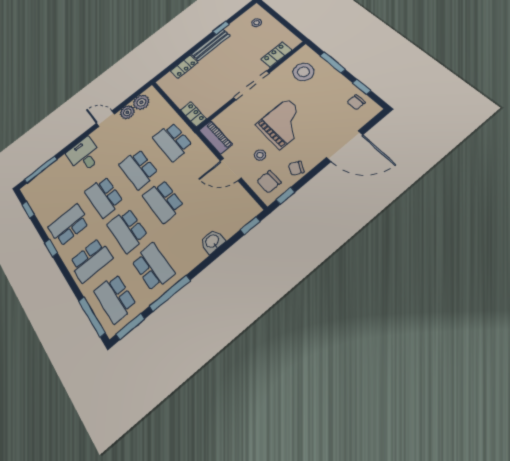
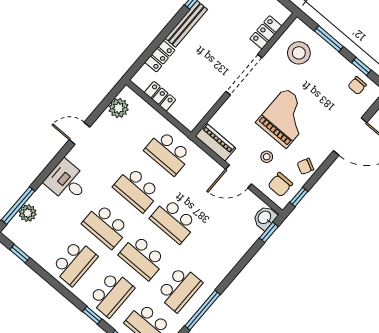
plant: (127, 112) -> (28, 213), moved
locker: (193, 114) -> (160, 96), moved
school desk: (69, 225) -> (74, 263), turned 180
washbasin: (212, 241) -> (265, 218), moved
window: (51, 248) -> (92, 315), moved
school desk: (153, 267) -> (179, 289), turned 90

